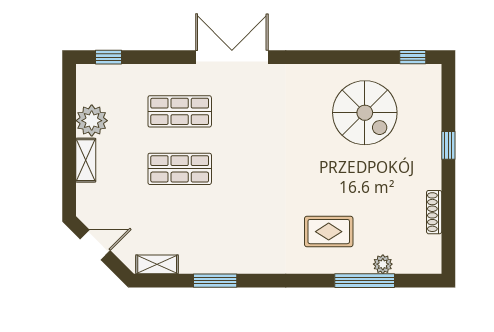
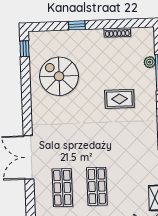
spiral stairs: (365, 113) -> (59, 76), turned -90
rug: (329, 232) -> (119, 99), moved, turned 90

